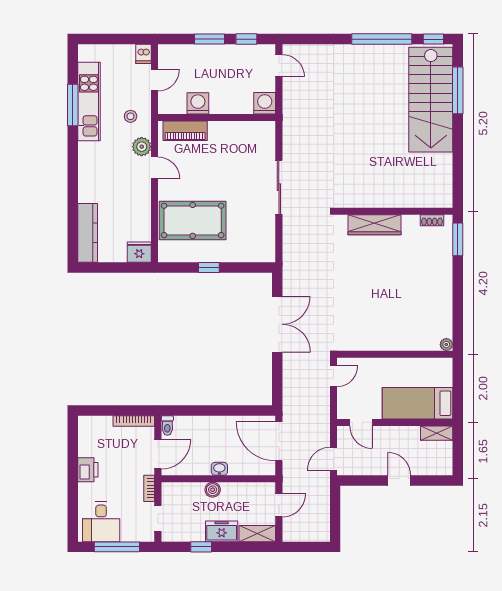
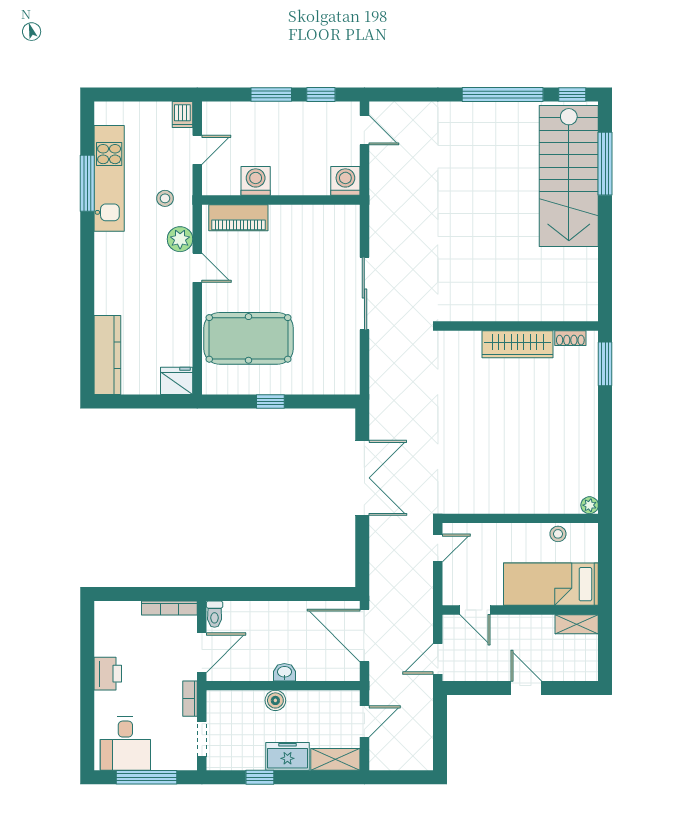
wardrobe: (374, 225) -> (518, 344), moved
stool: (423, 366) -> (558, 534), added

